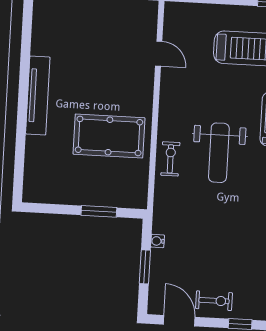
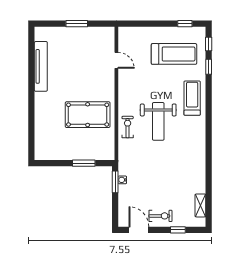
tv unit: (38, 96) -> (41, 66), moved
window: (145, 267) -> (115, 182), moved

